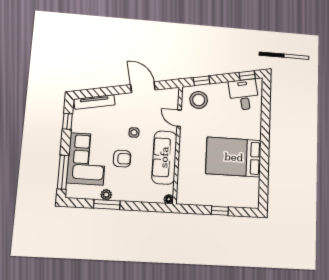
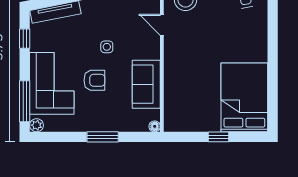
sofa: (164, 157) -> (146, 84), width x0.73
bed: (234, 157) -> (244, 97), moved, turned 90
plant: (106, 195) -> (37, 125), moved
window: (107, 204) -> (103, 137), moved

